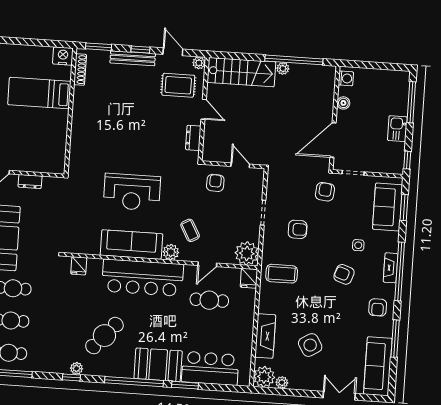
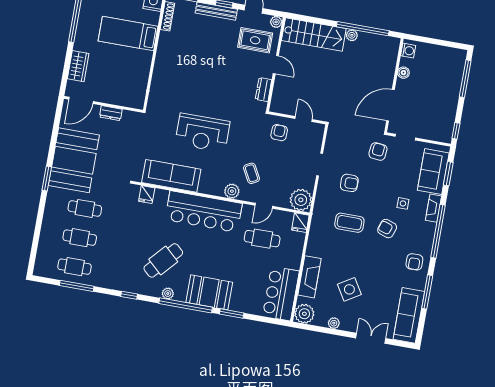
kitchen sink: (397, 129) -> (450, 101), removed
sofa: (131, 245) -> (171, 176), moved
fireplace: (391, 268) -> (433, 208), moved
coffee table: (282, 274) -> (349, 223), moved
plant: (77, 368) -> (168, 294), moved
bar counter: (210, 368) -> (281, 294), moved, turned -90
plant: (282, 383) -> (334, 323), moved

